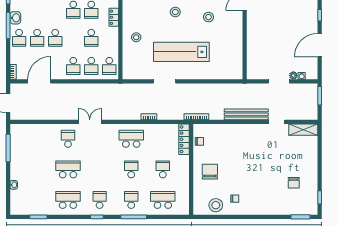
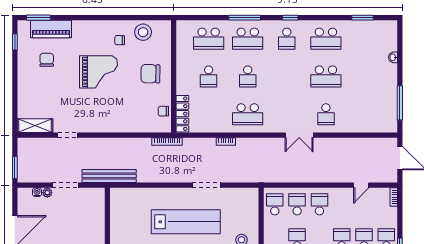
door: (39, 81) -> (361, 185), width x0.53
bench: (246, 114) -> (109, 176), moved
chair: (210, 172) -> (150, 74), turned 91
grand piano: (252, 173) -> (98, 72), added
school desk: (131, 200) -> (248, 39), width x1.85
piano: (290, 208) -> (51, 29), added

